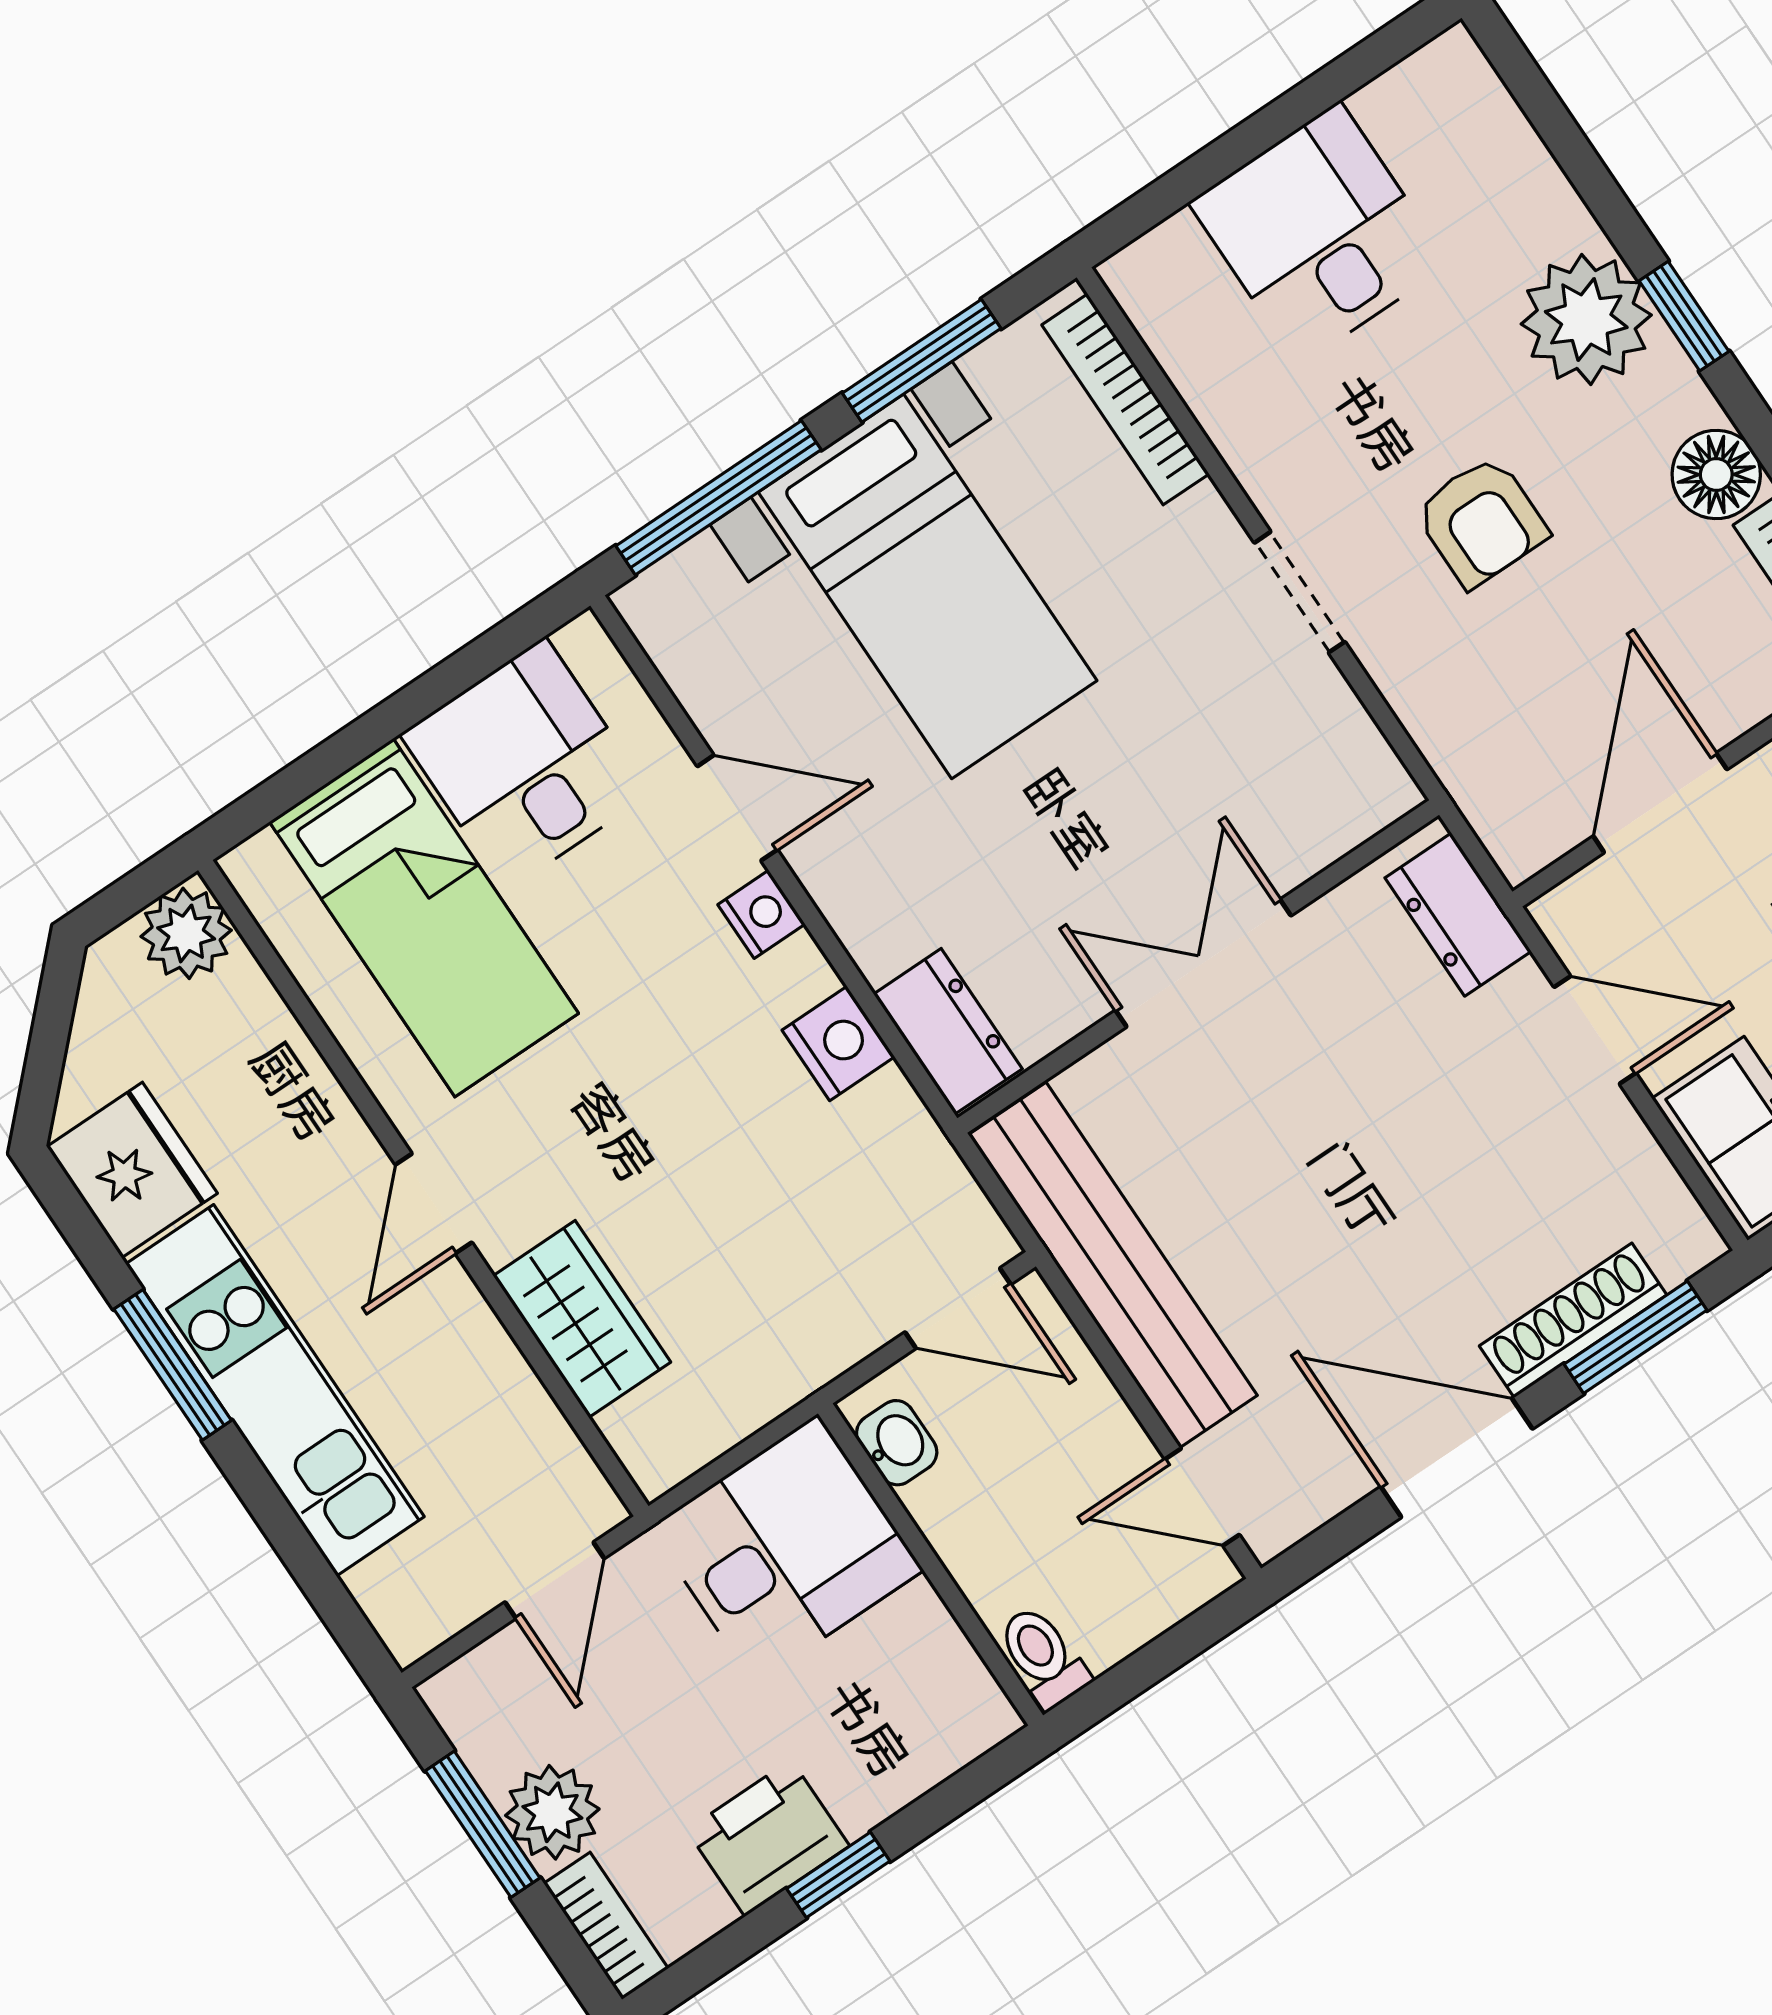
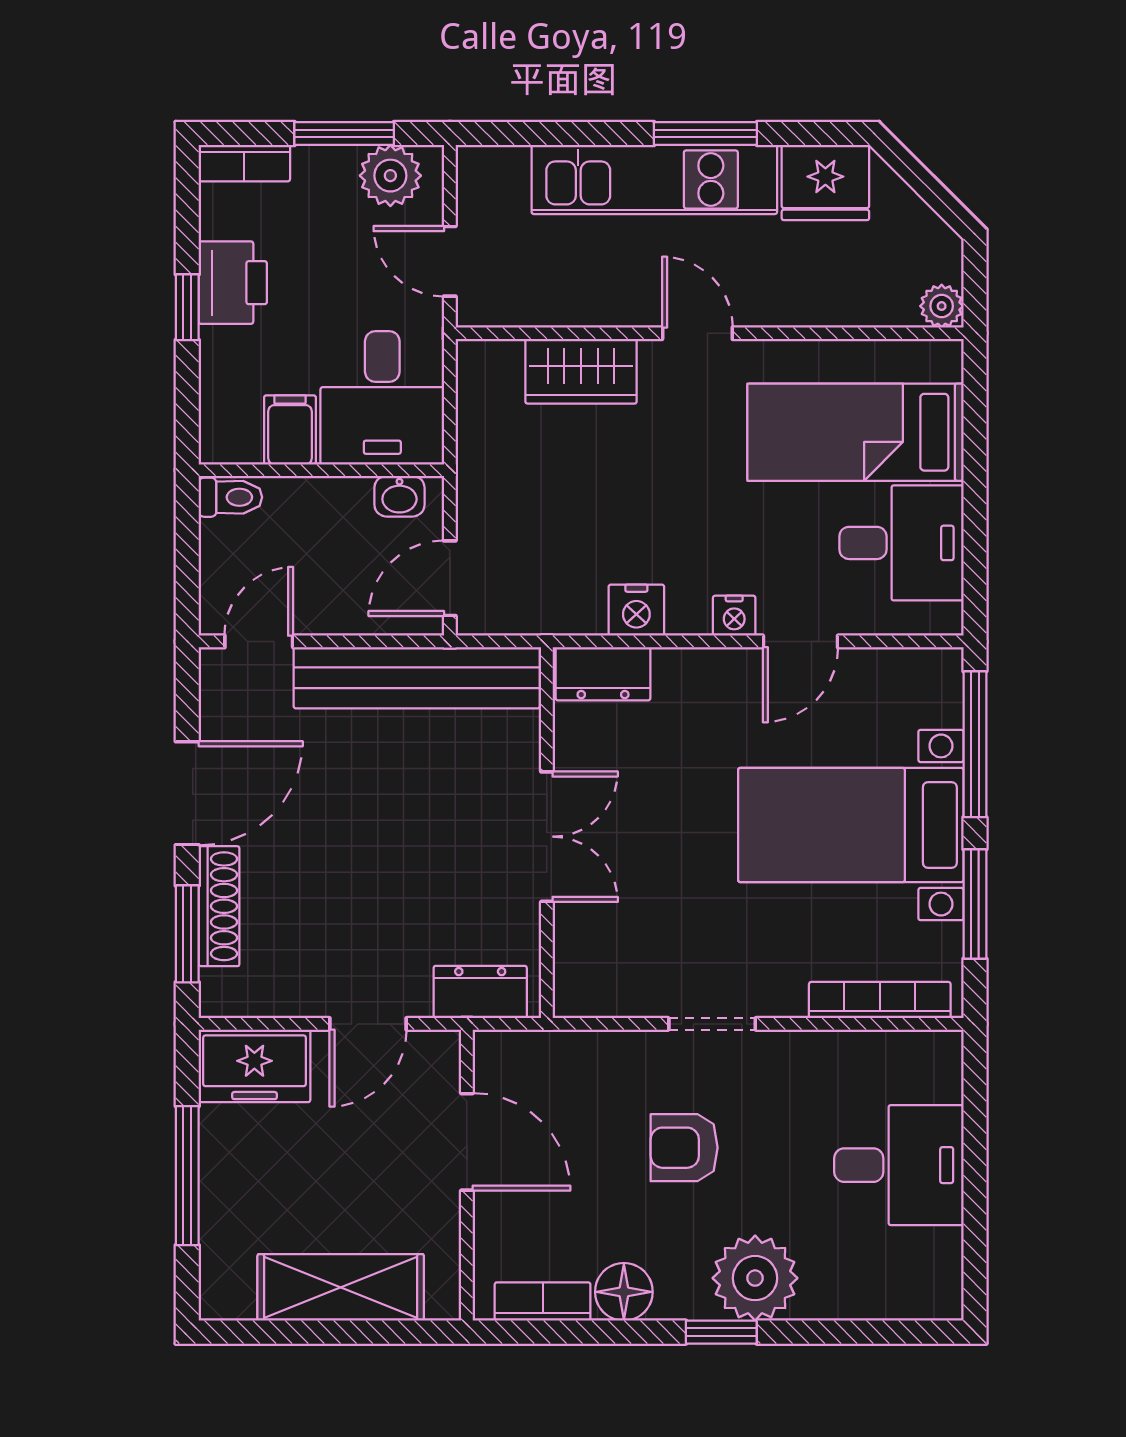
plant: (186, 933) -> (942, 306), width x0.73, depth x0.73
filing cabinet: (906, 1639) -> (290, 430), added
plant: (552, 1812) -> (390, 176), moved

